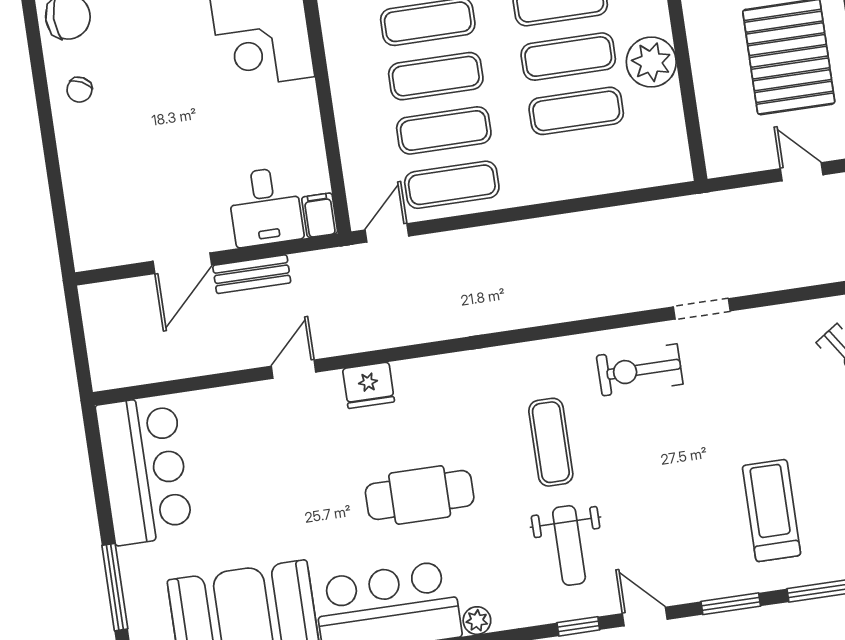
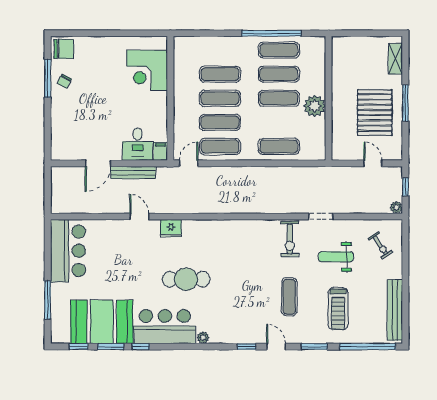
window: (41, 89) -> (48, 78), added
exercise mat: (576, 111) -> (279, 147), moved
bench: (252, 274) -> (133, 173), width x1.36
door: (293, 369) -> (139, 217), hinge flipped
exercise bike: (640, 370) -> (290, 239), turned -90
exercise mat: (551, 442) -> (289, 297), moved
treadmill: (771, 511) -> (338, 309), turned 180
weight bench: (569, 545) -> (336, 257), moved, turned 90

